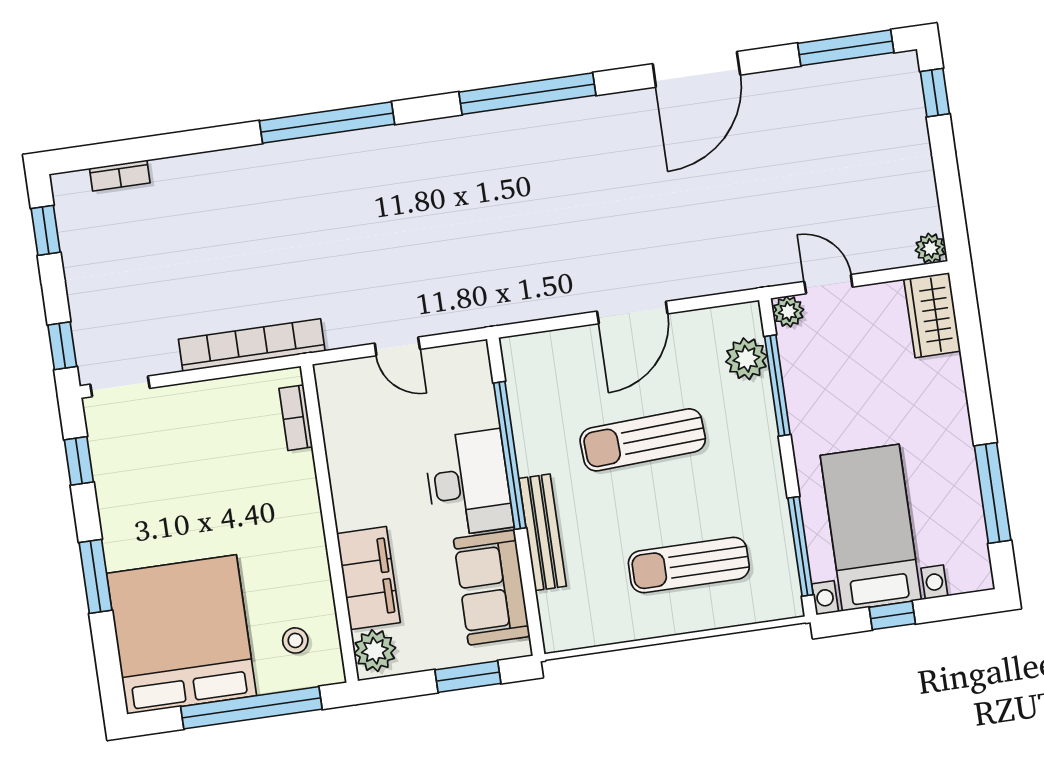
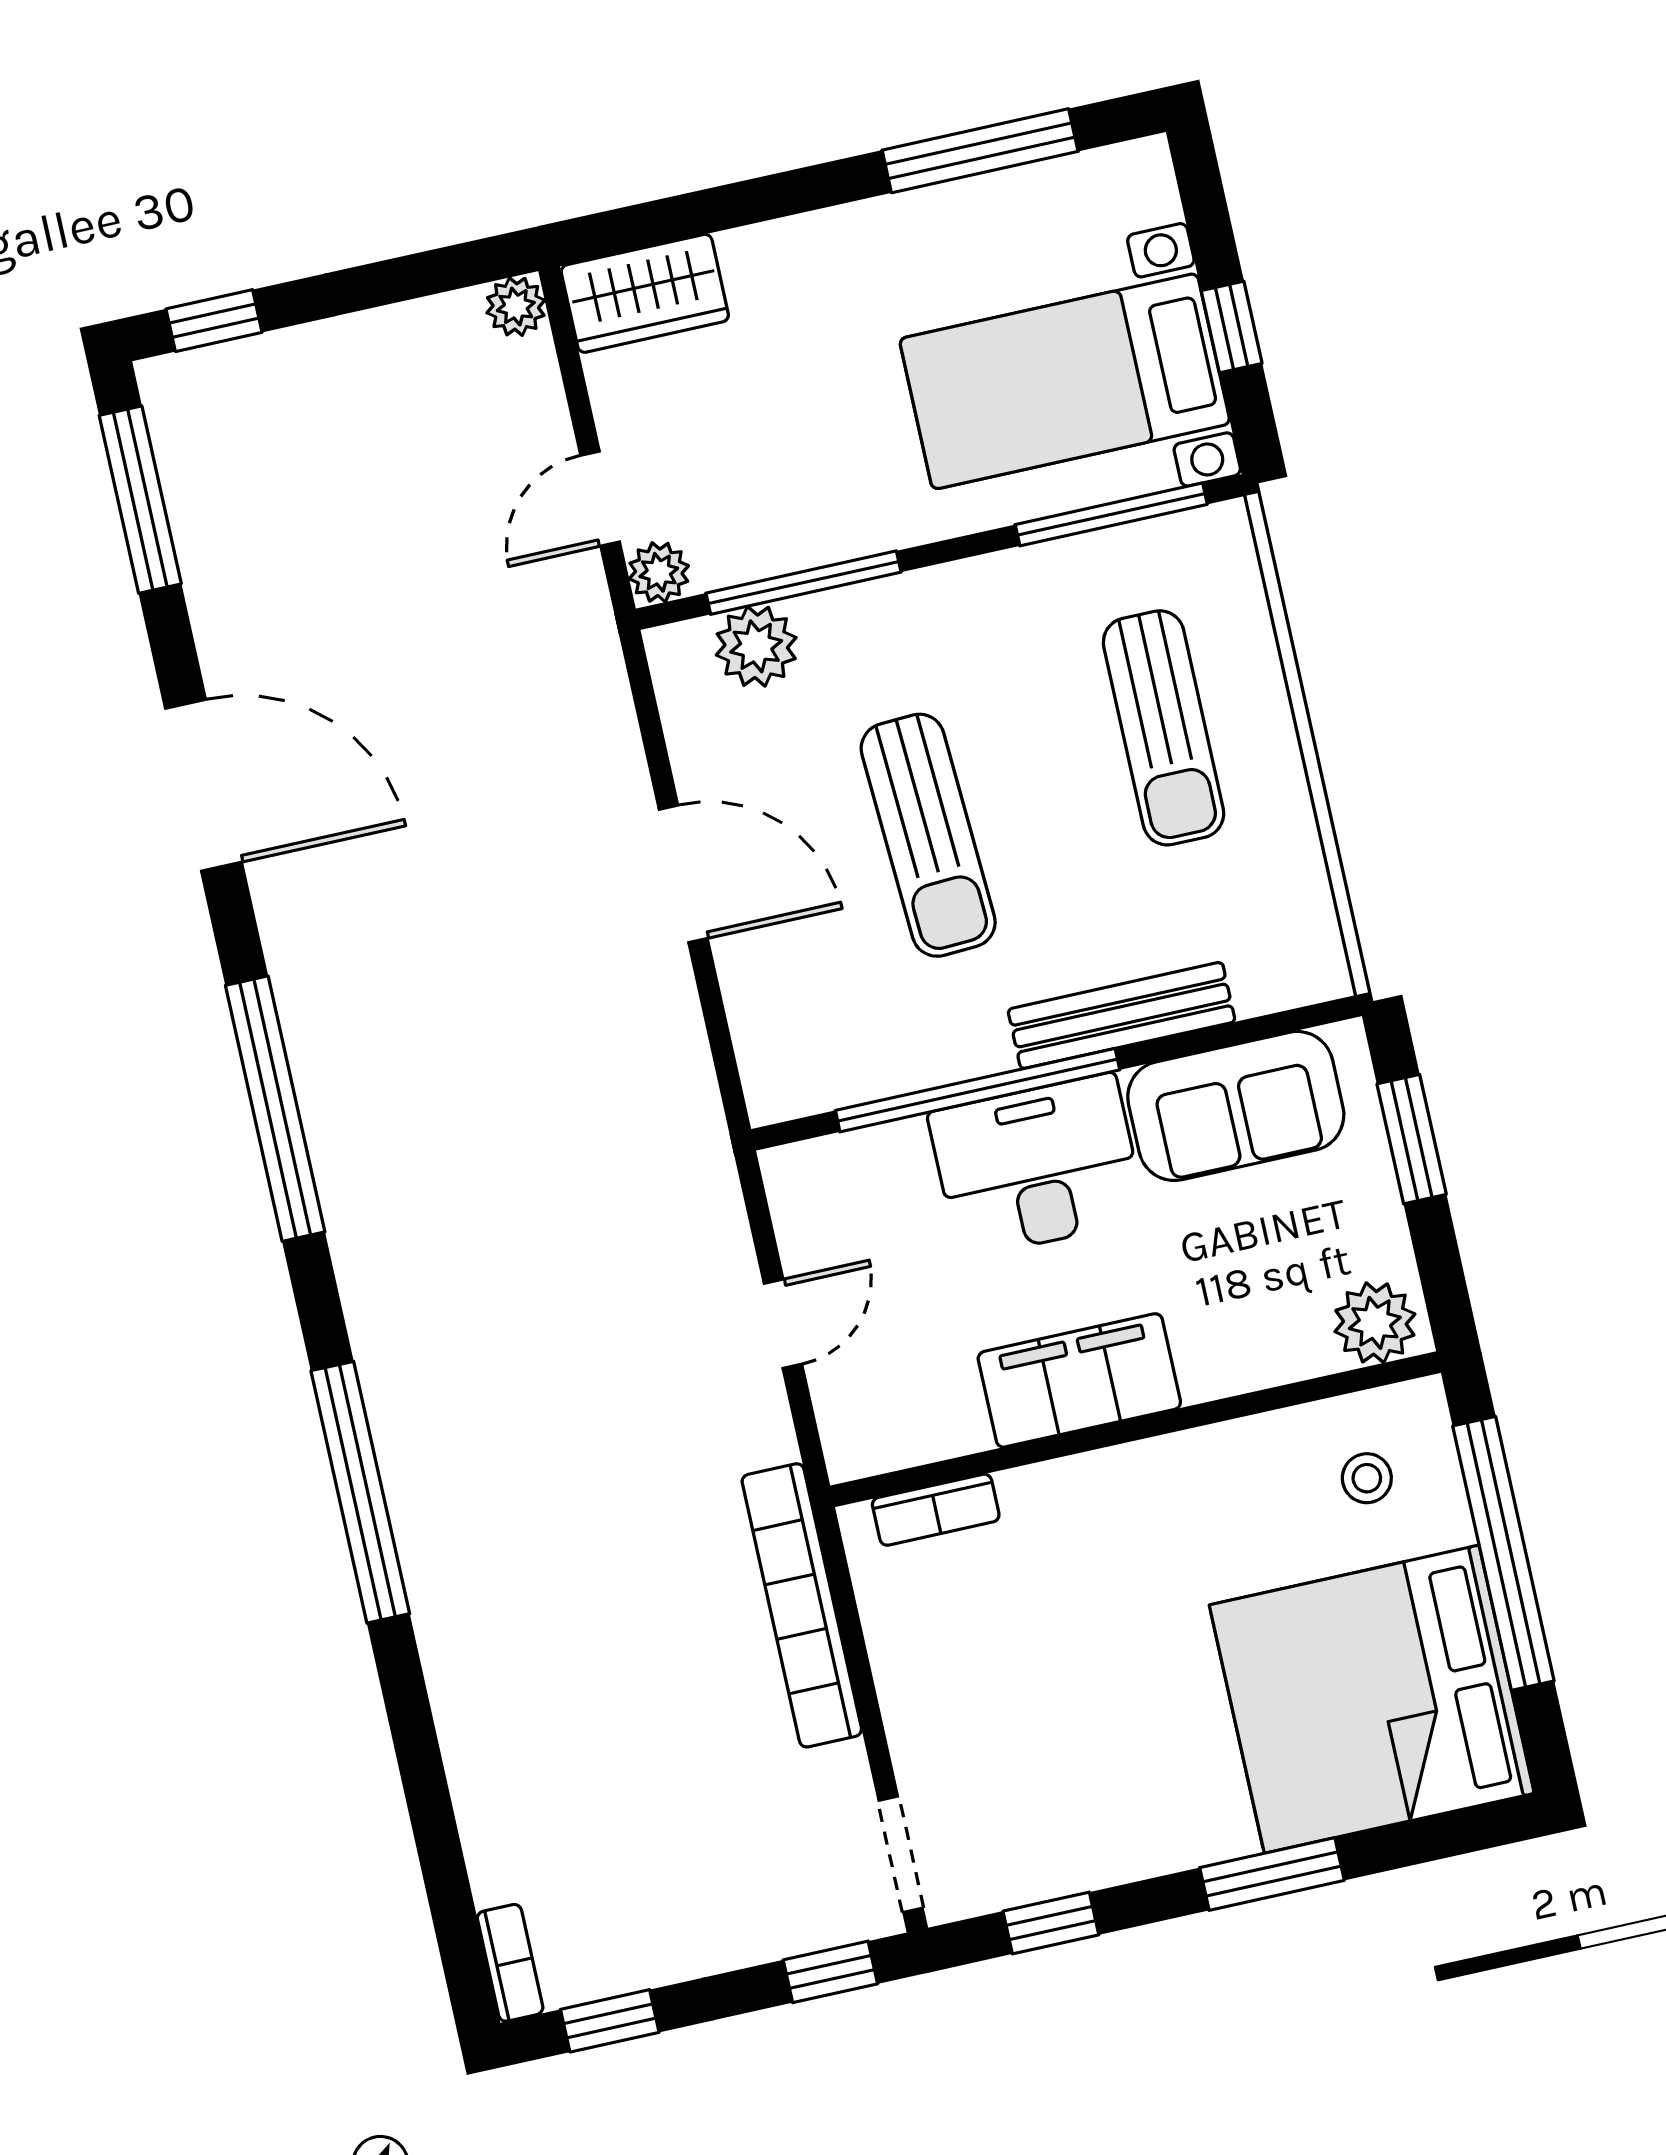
bookcase: (120, 176) -> (510, 1963), moved
filing cabinet: (368, 578) -> (1079, 1380), moved

